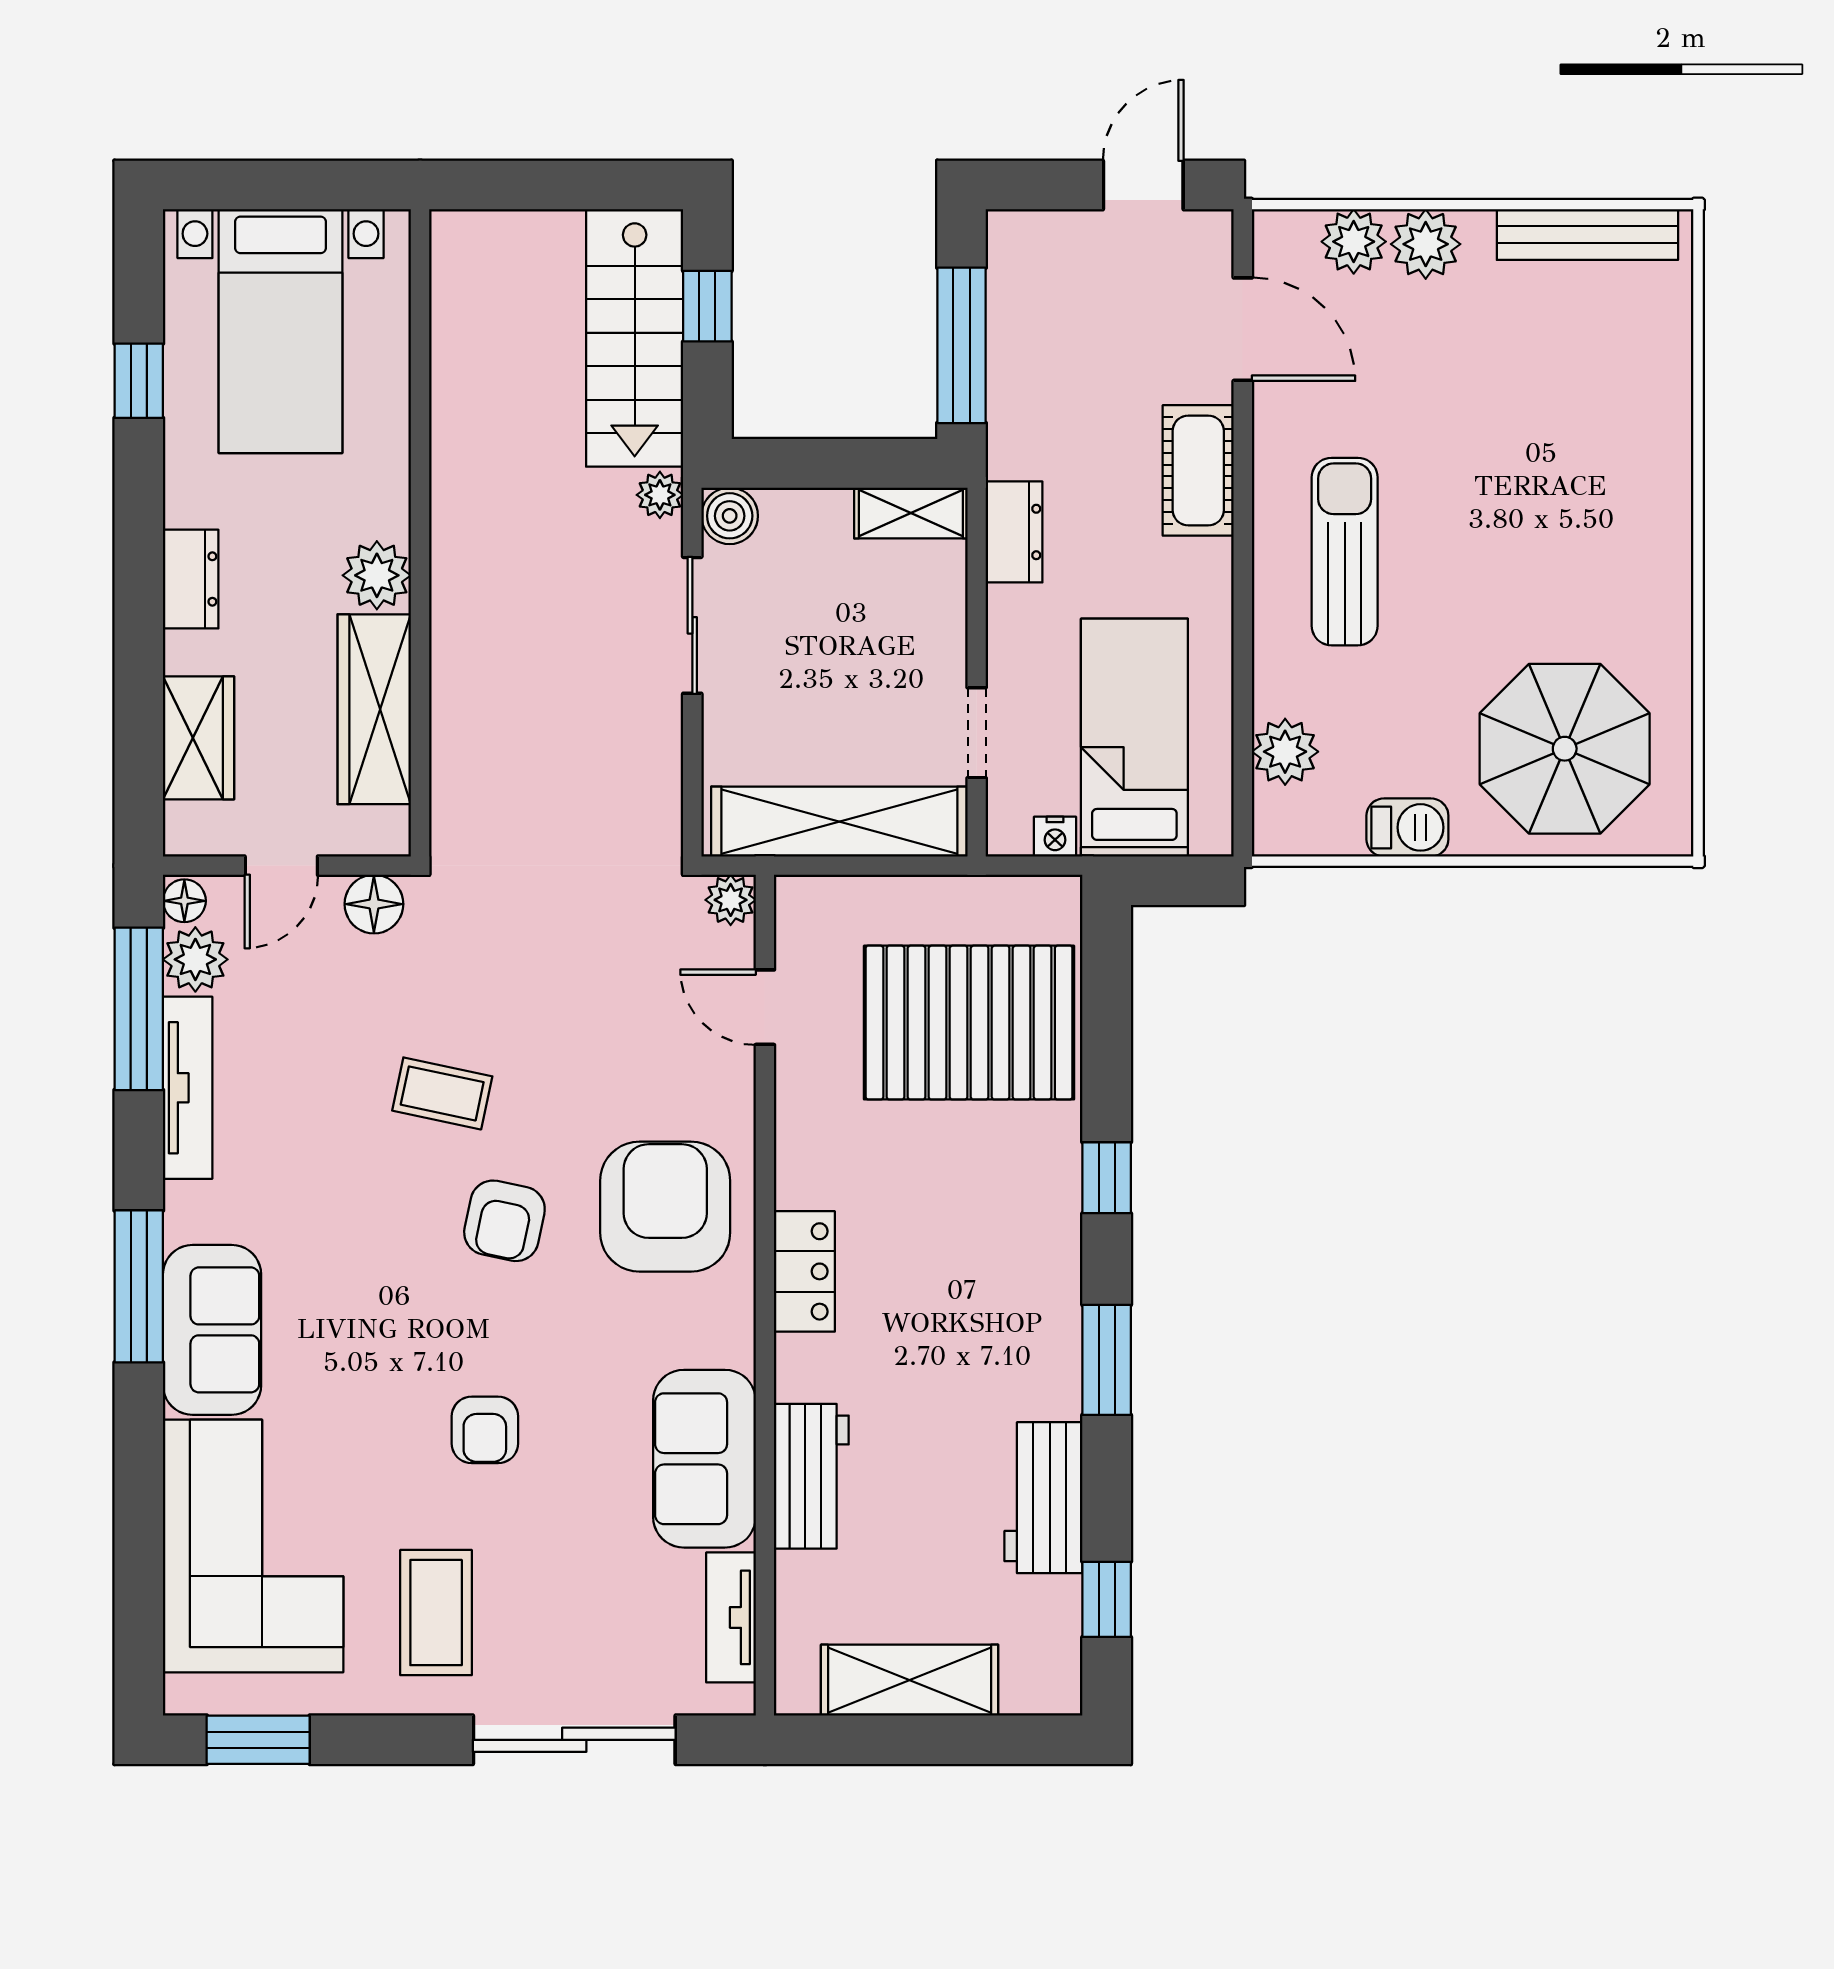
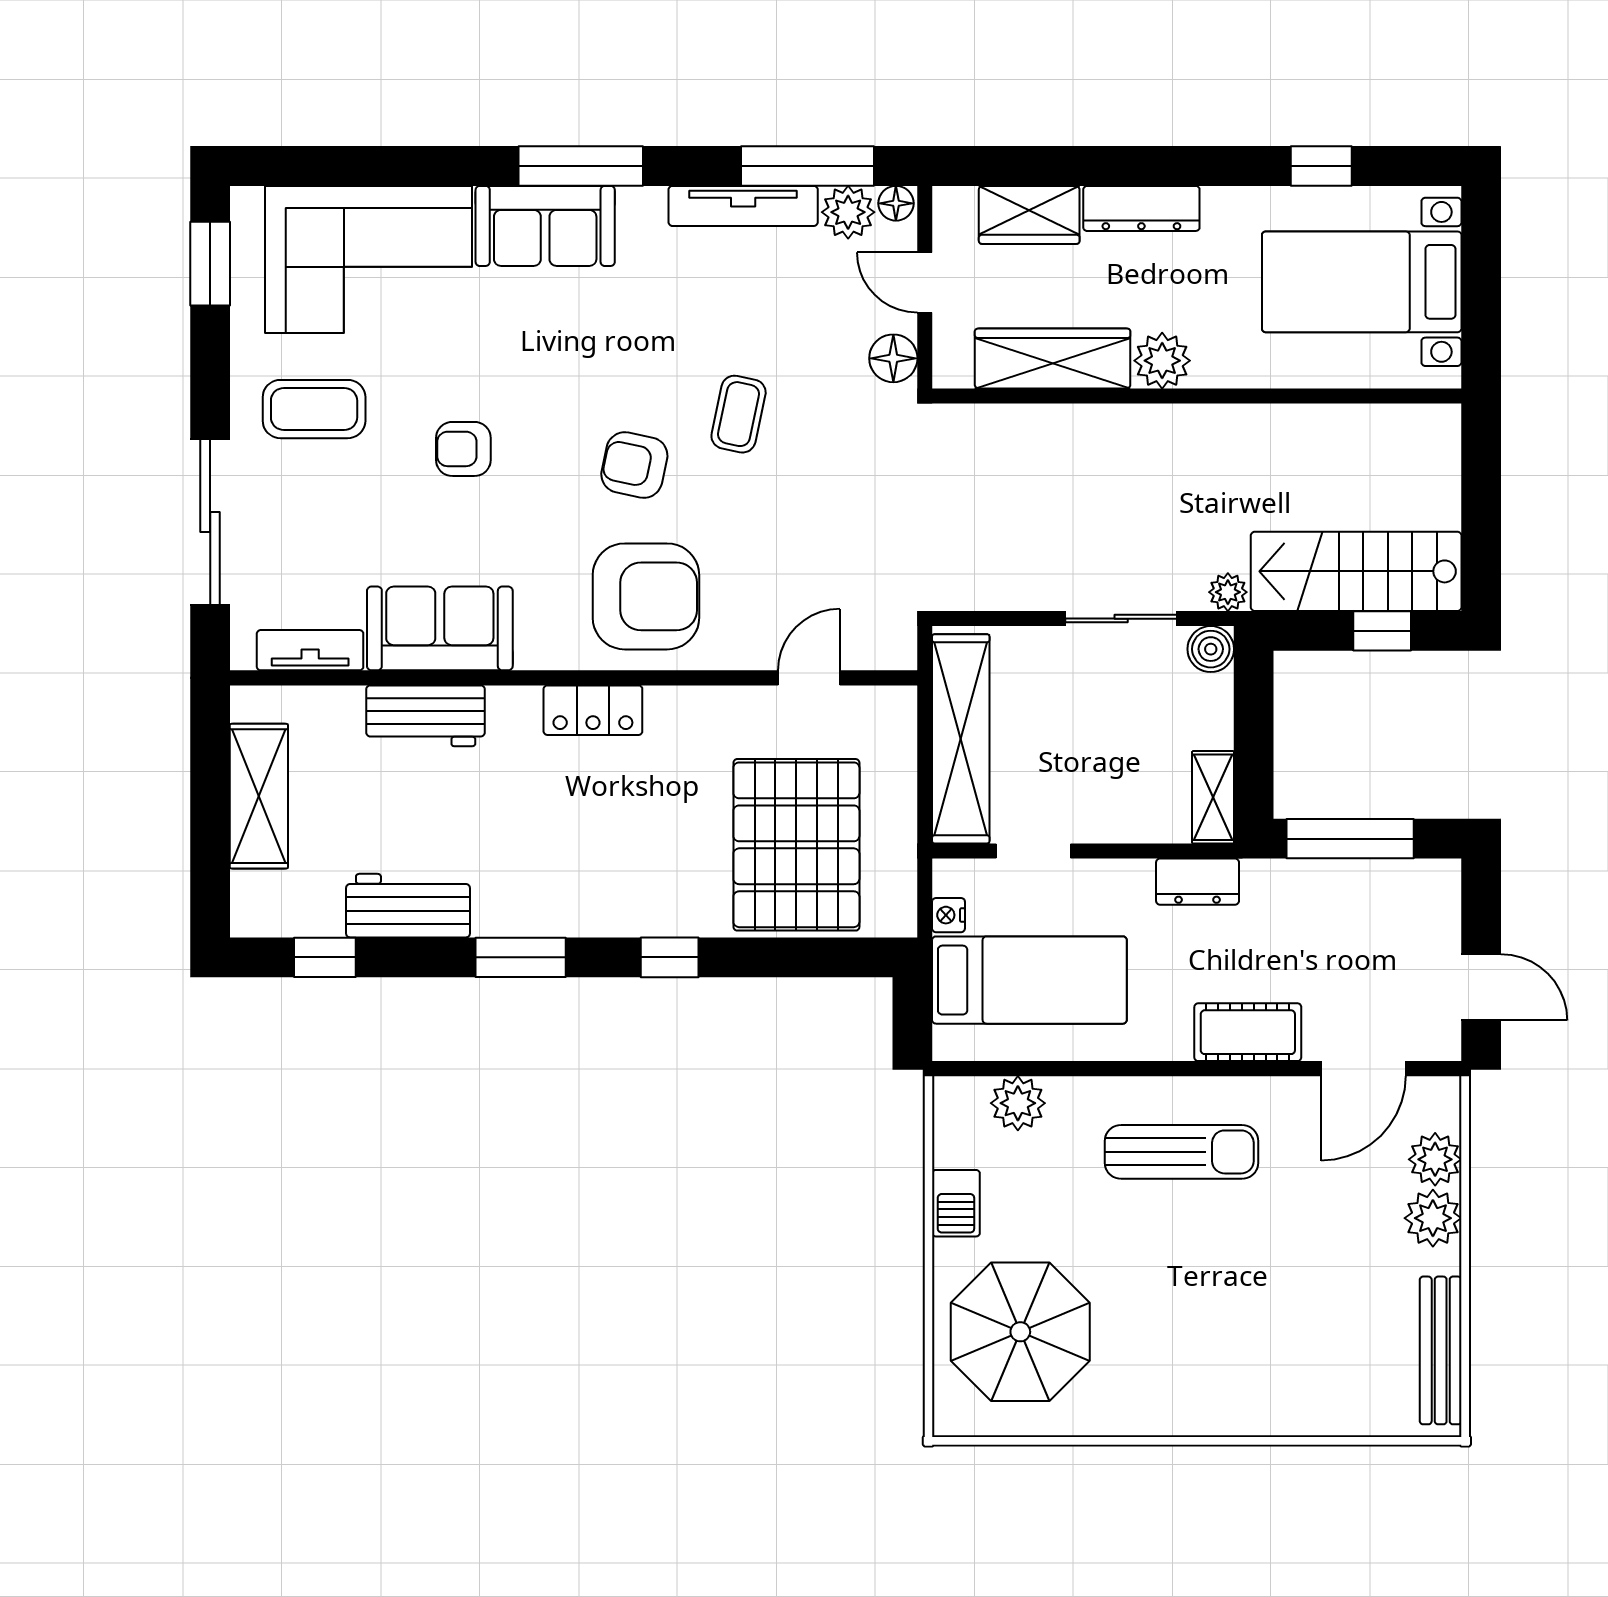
dresser: (191, 579) -> (1141, 208), width x1.44
plant: (731, 900) -> (897, 650), removed

